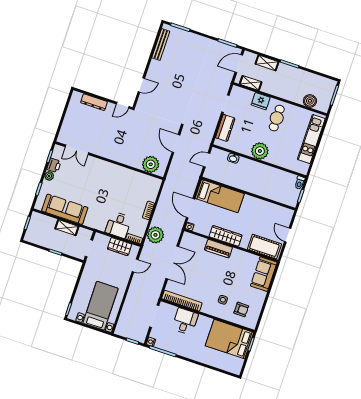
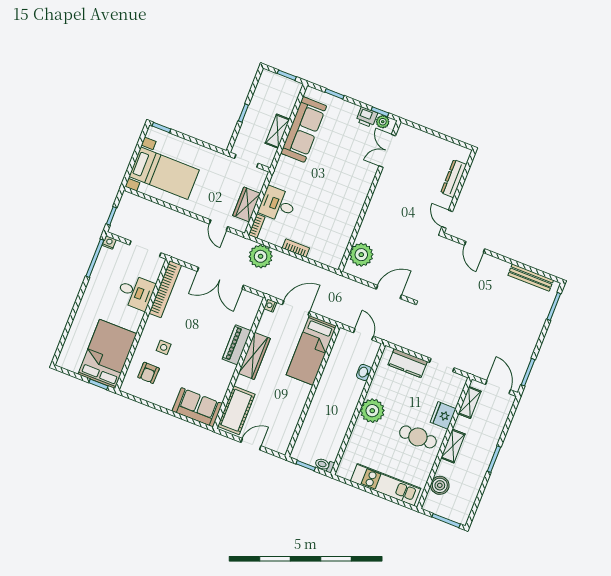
shelving: (267, 63) -> (453, 446), moved
plant: (49, 176) -> (383, 122), moved

